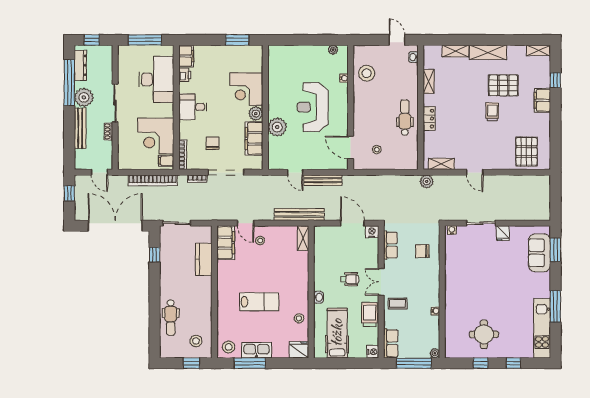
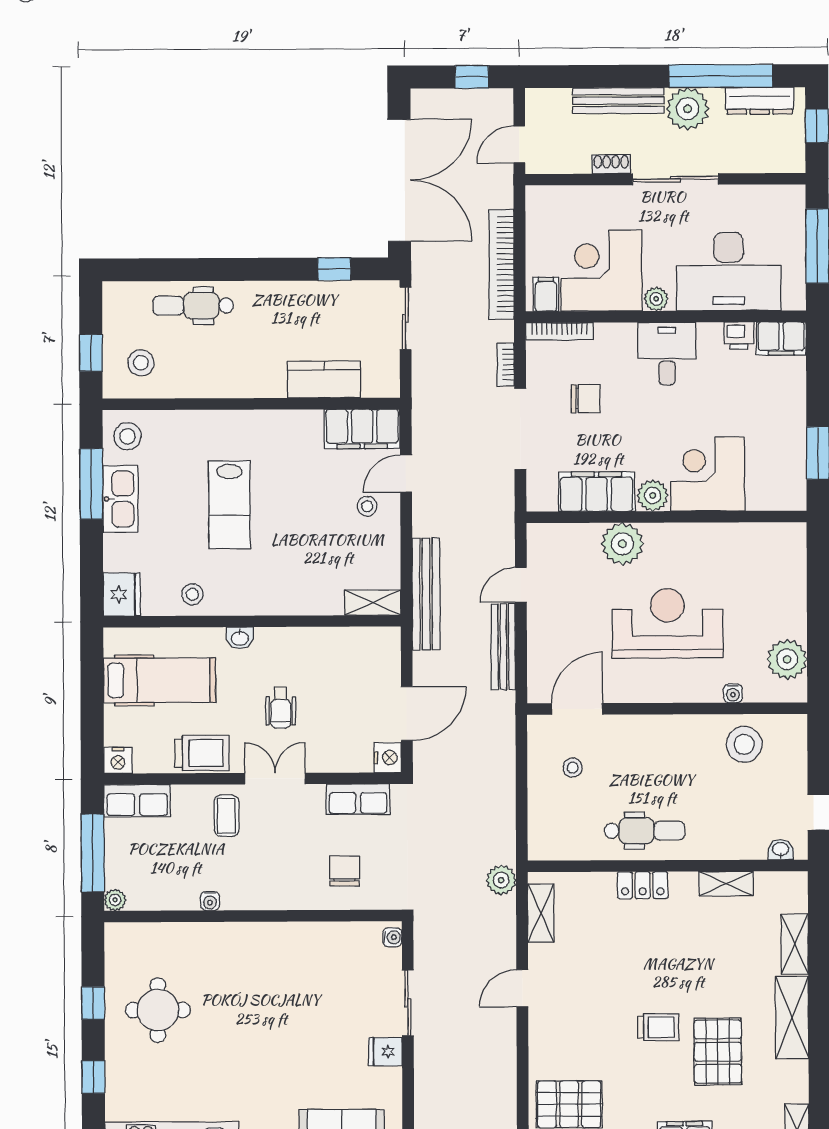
plant: (333, 50) -> (787, 659), width x1.88, depth x1.88
plant: (168, 112) -> (656, 299), added

